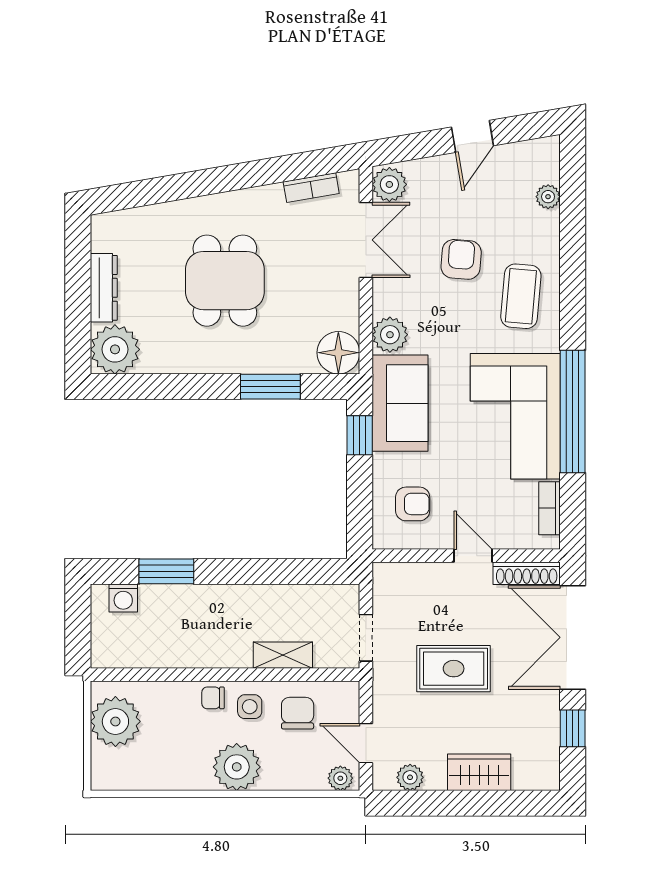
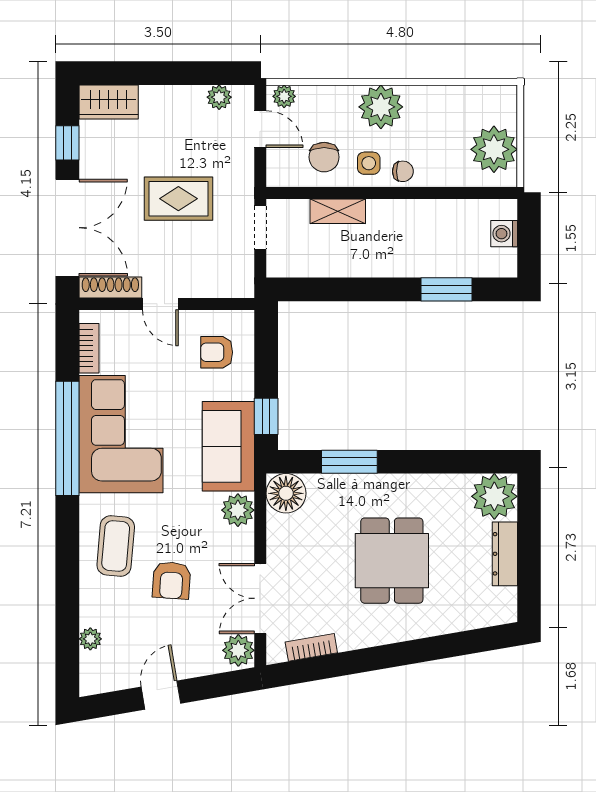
washing machine: (123, 598) -> (504, 234), moved, turned -90
wardrobe: (479, 772) -> (109, 102), moved

